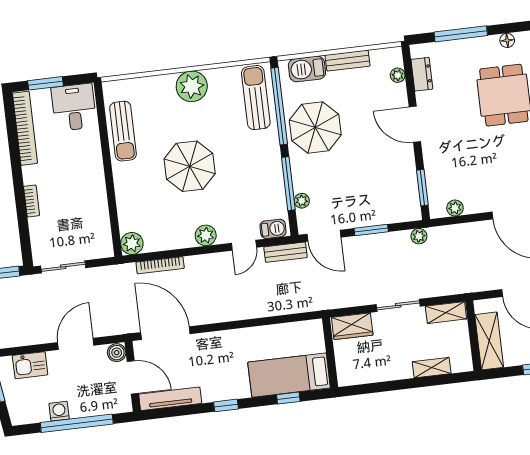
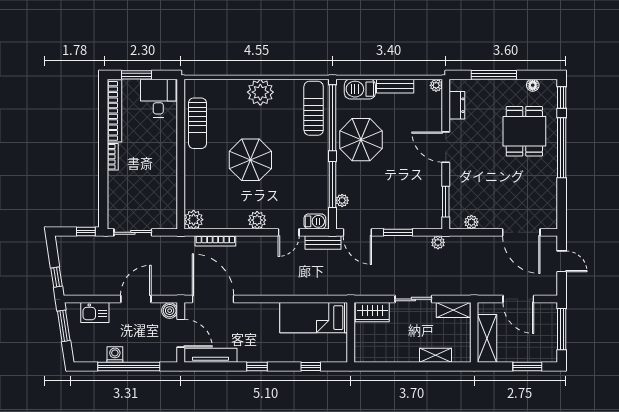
plant: (398, 75) -> (436, 85), moved
bookcase: (32, 201) -> (113, 157), moved
bed: (289, 375) -> (314, 318), moved

